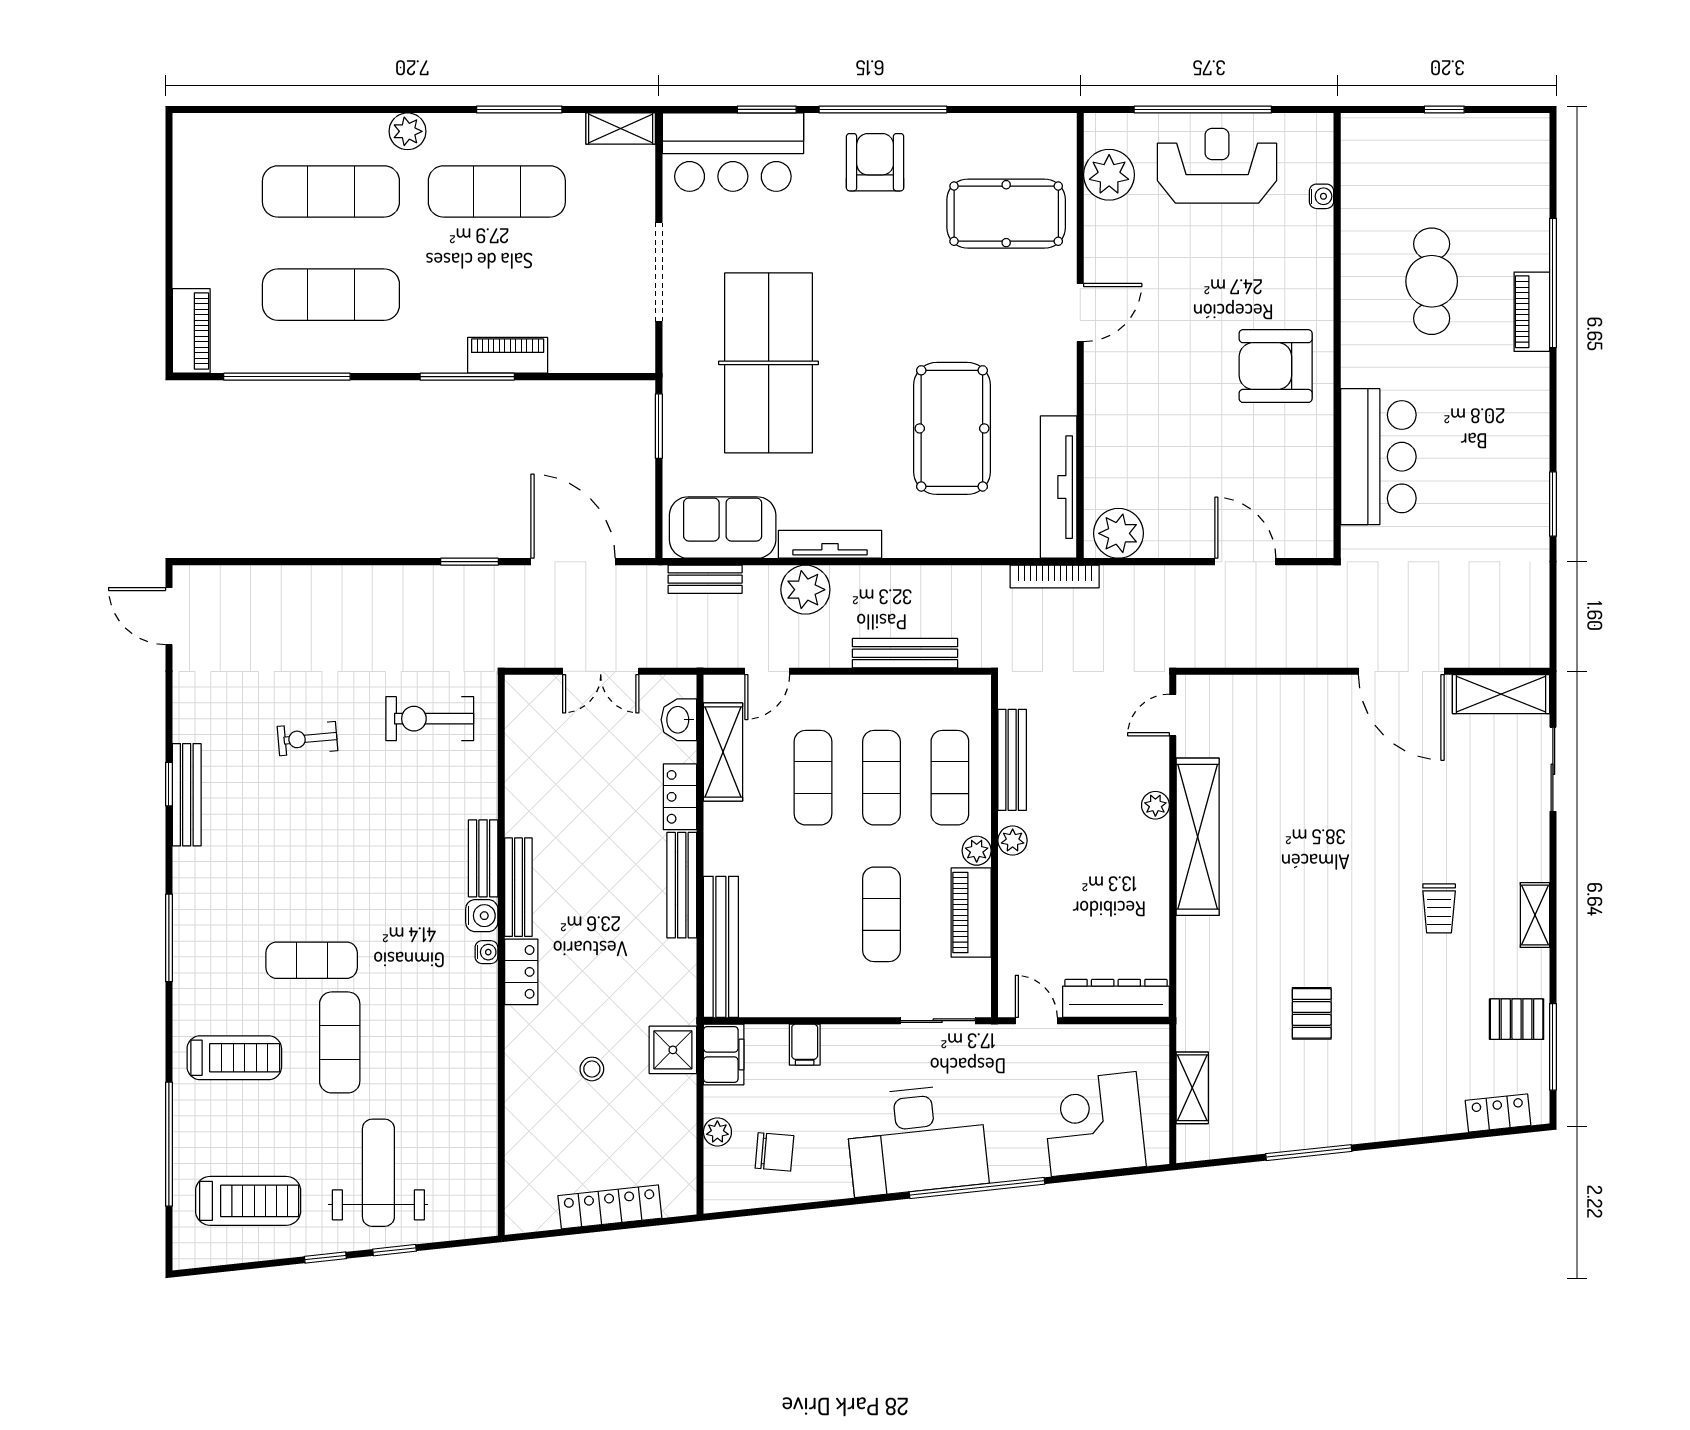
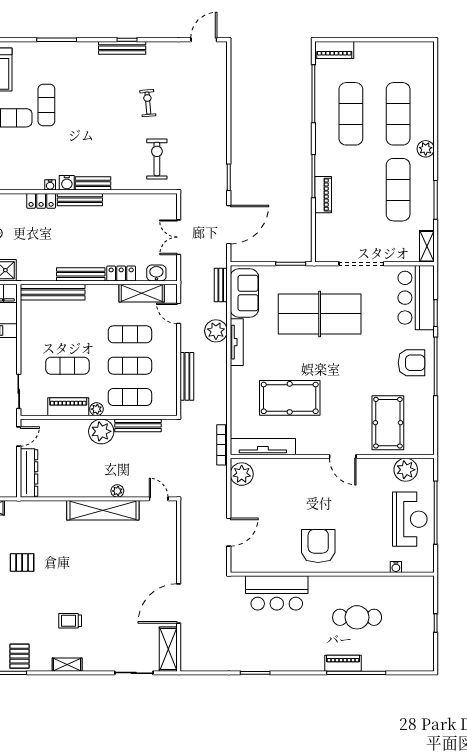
plant: (1013, 840) -> (101, 431), width x1.87, depth x1.87

